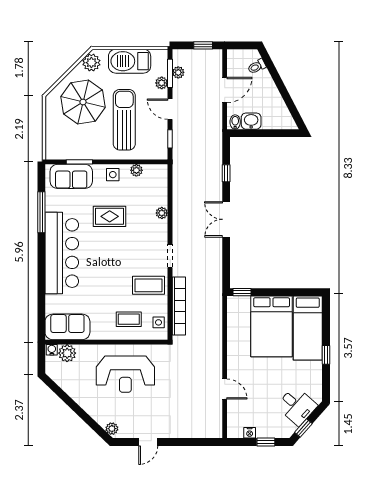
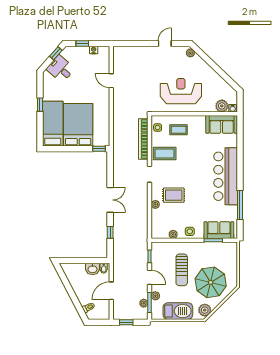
sun lounger: (124, 120) -> (182, 270), width x0.73, depth x0.75
rug: (110, 216) -> (174, 195), moved

